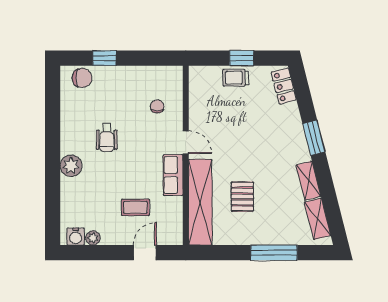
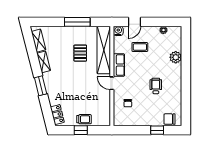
plant: (71, 166) -> (176, 57), moved
water cooler: (76, 236) -> (118, 31), moved
window: (274, 253) -> (77, 22), moved

